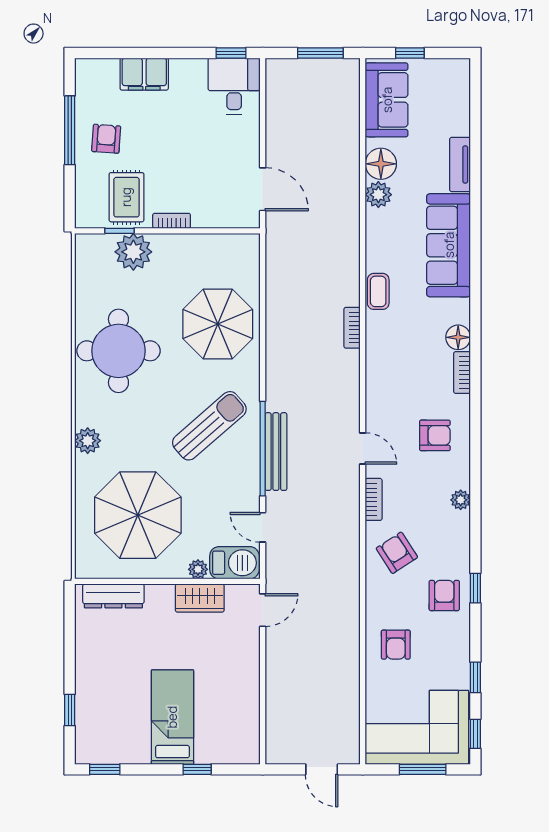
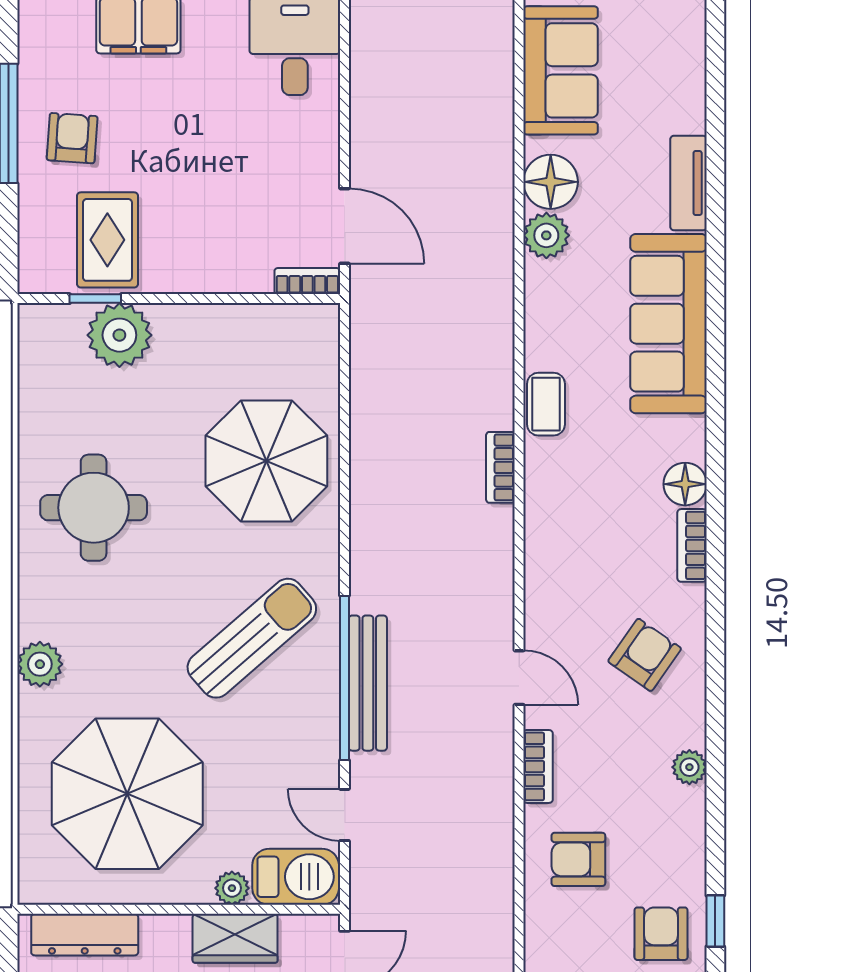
bookcase: (172, 221) -> (307, 281), moved
round table: (118, 351) -> (94, 508), width x0.73, depth x0.73
armchair: (435, 435) -> (645, 655), turned -55
armchair: (397, 553) -> (578, 859), turned -57

